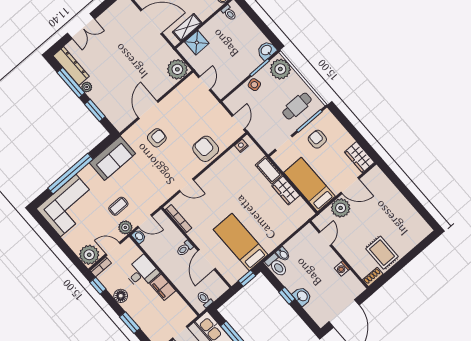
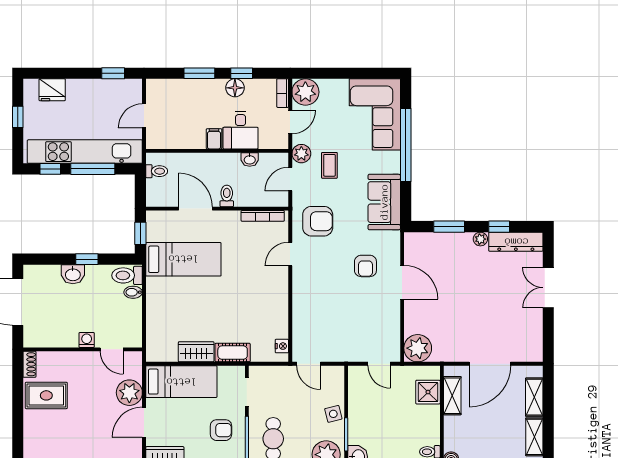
window: (71, 83) -> (499, 227), width x0.46
armchair: (206, 149) -> (318, 221), moved
washbasin: (139, 236) -> (250, 159), moved
washing machine: (342, 269) -> (87, 340), moved
window: (98, 286) -> (242, 73), moved
filing cabinet: (163, 287) -> (214, 139), width x0.50

